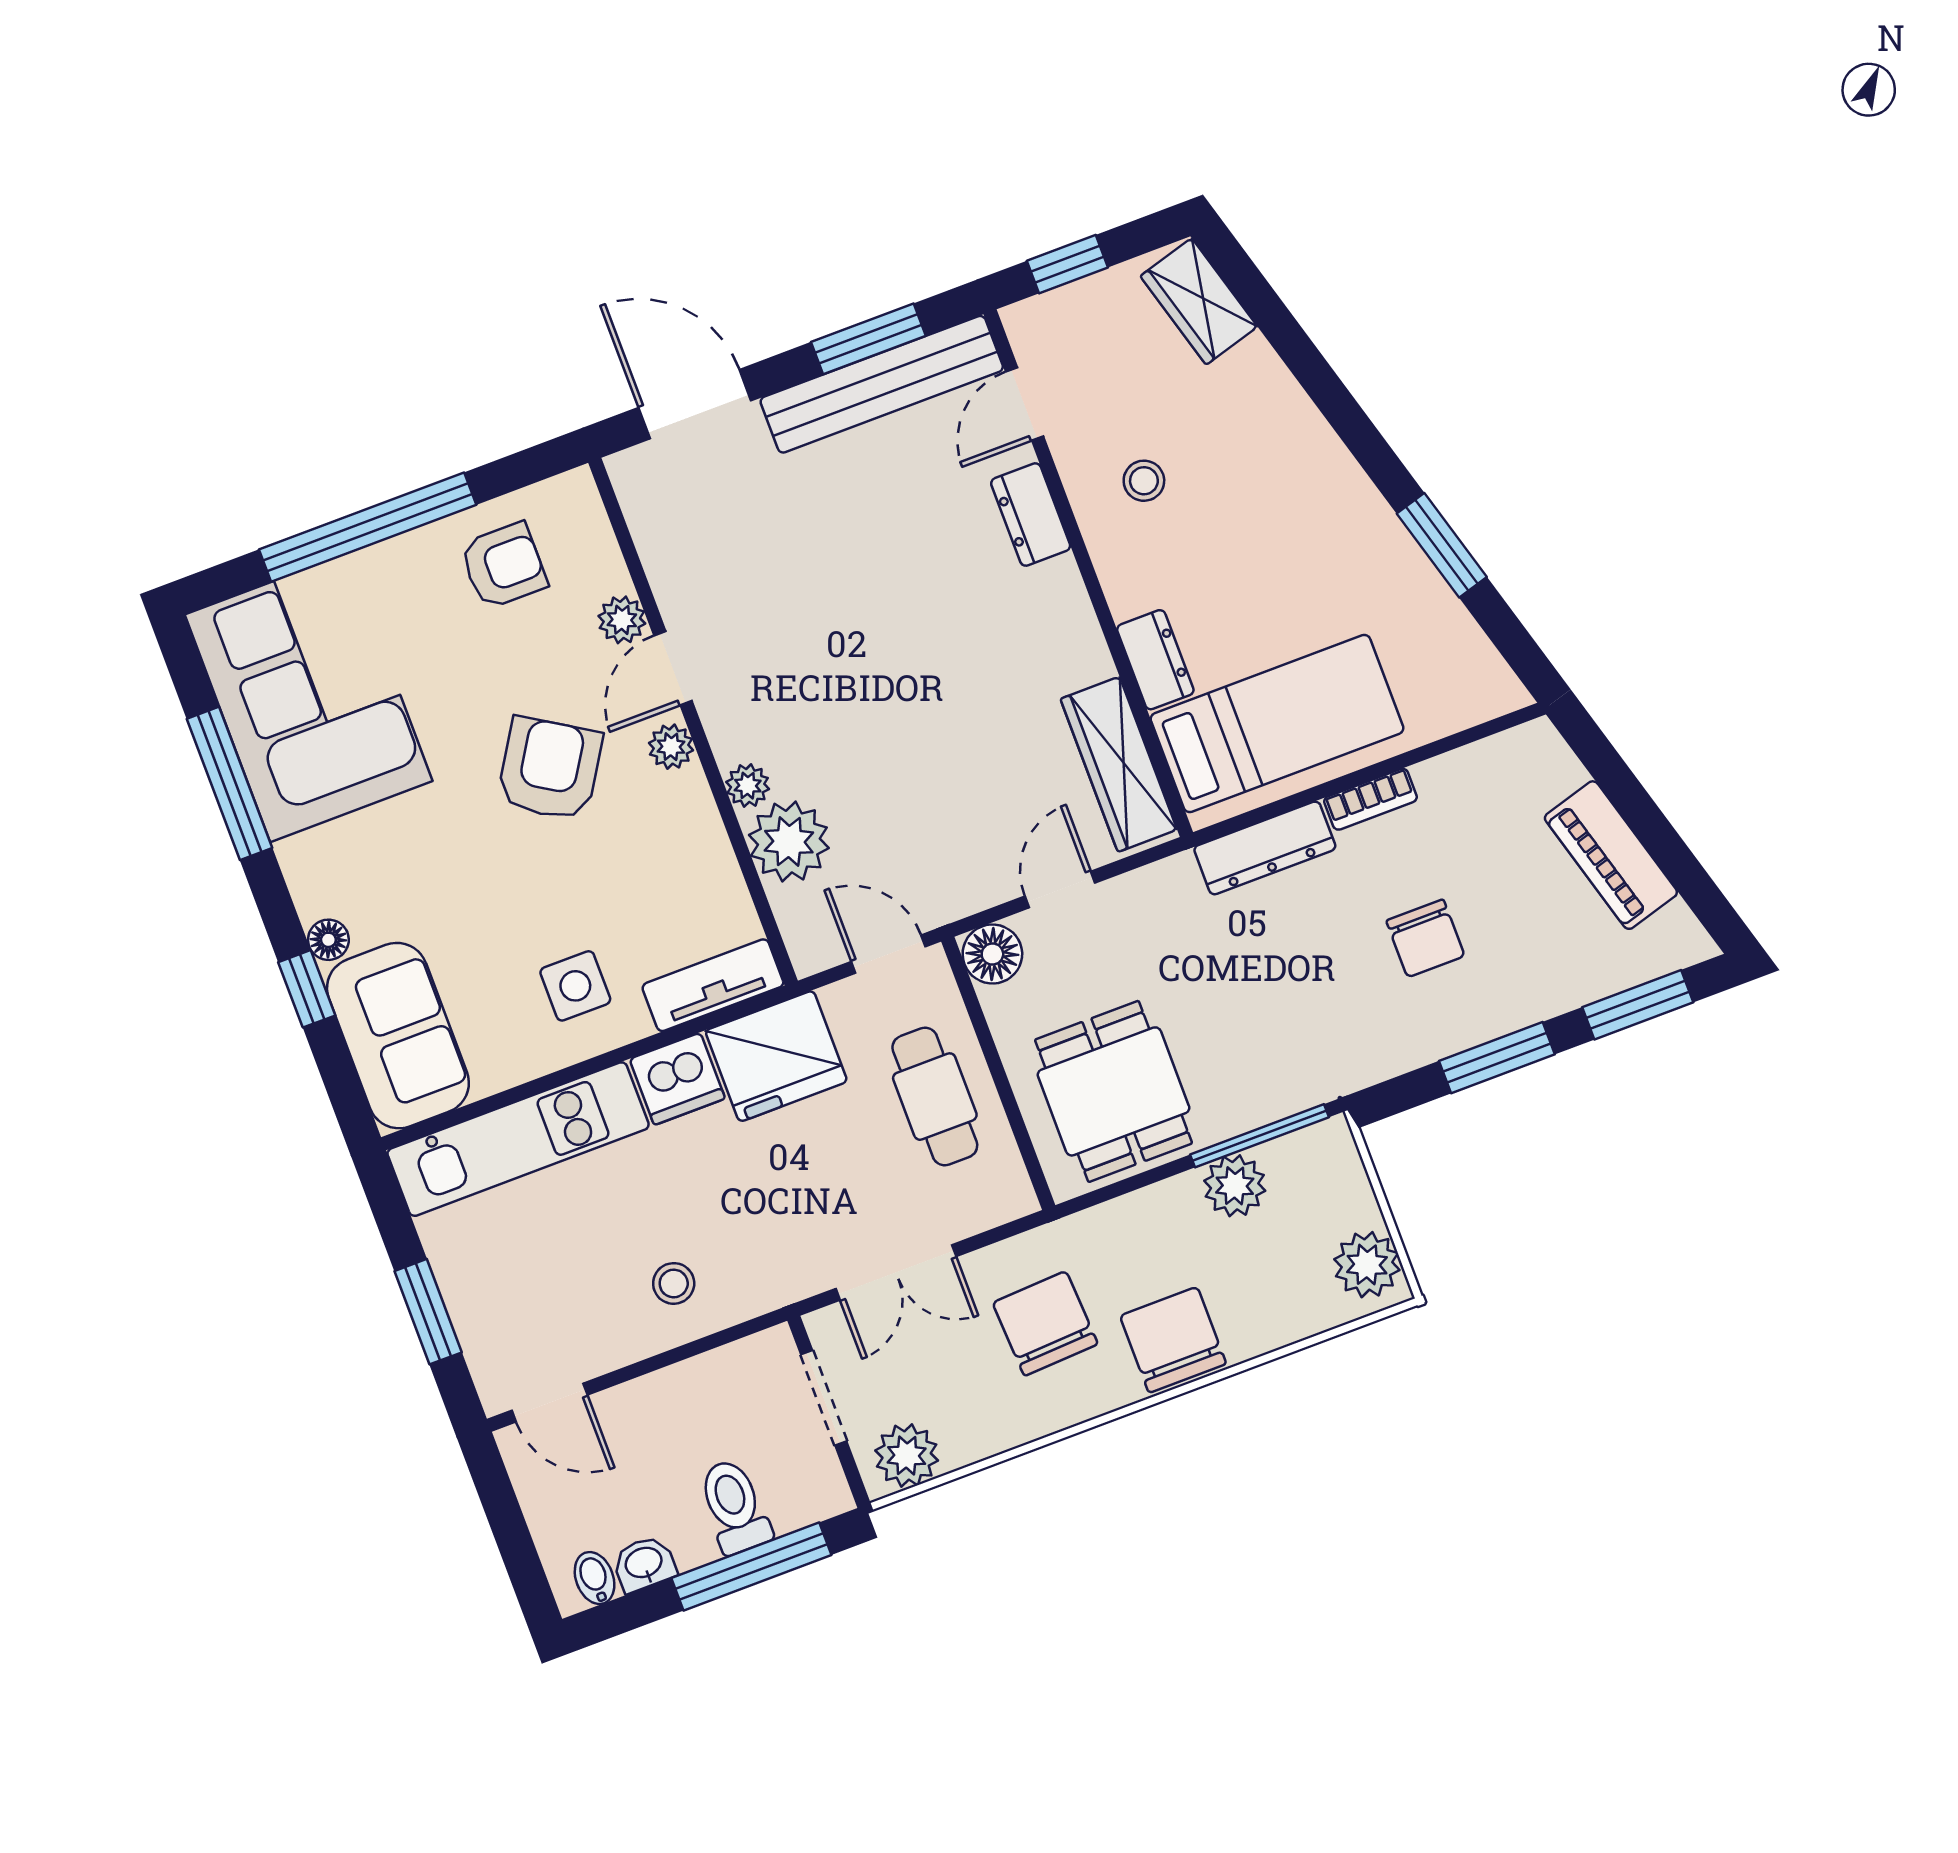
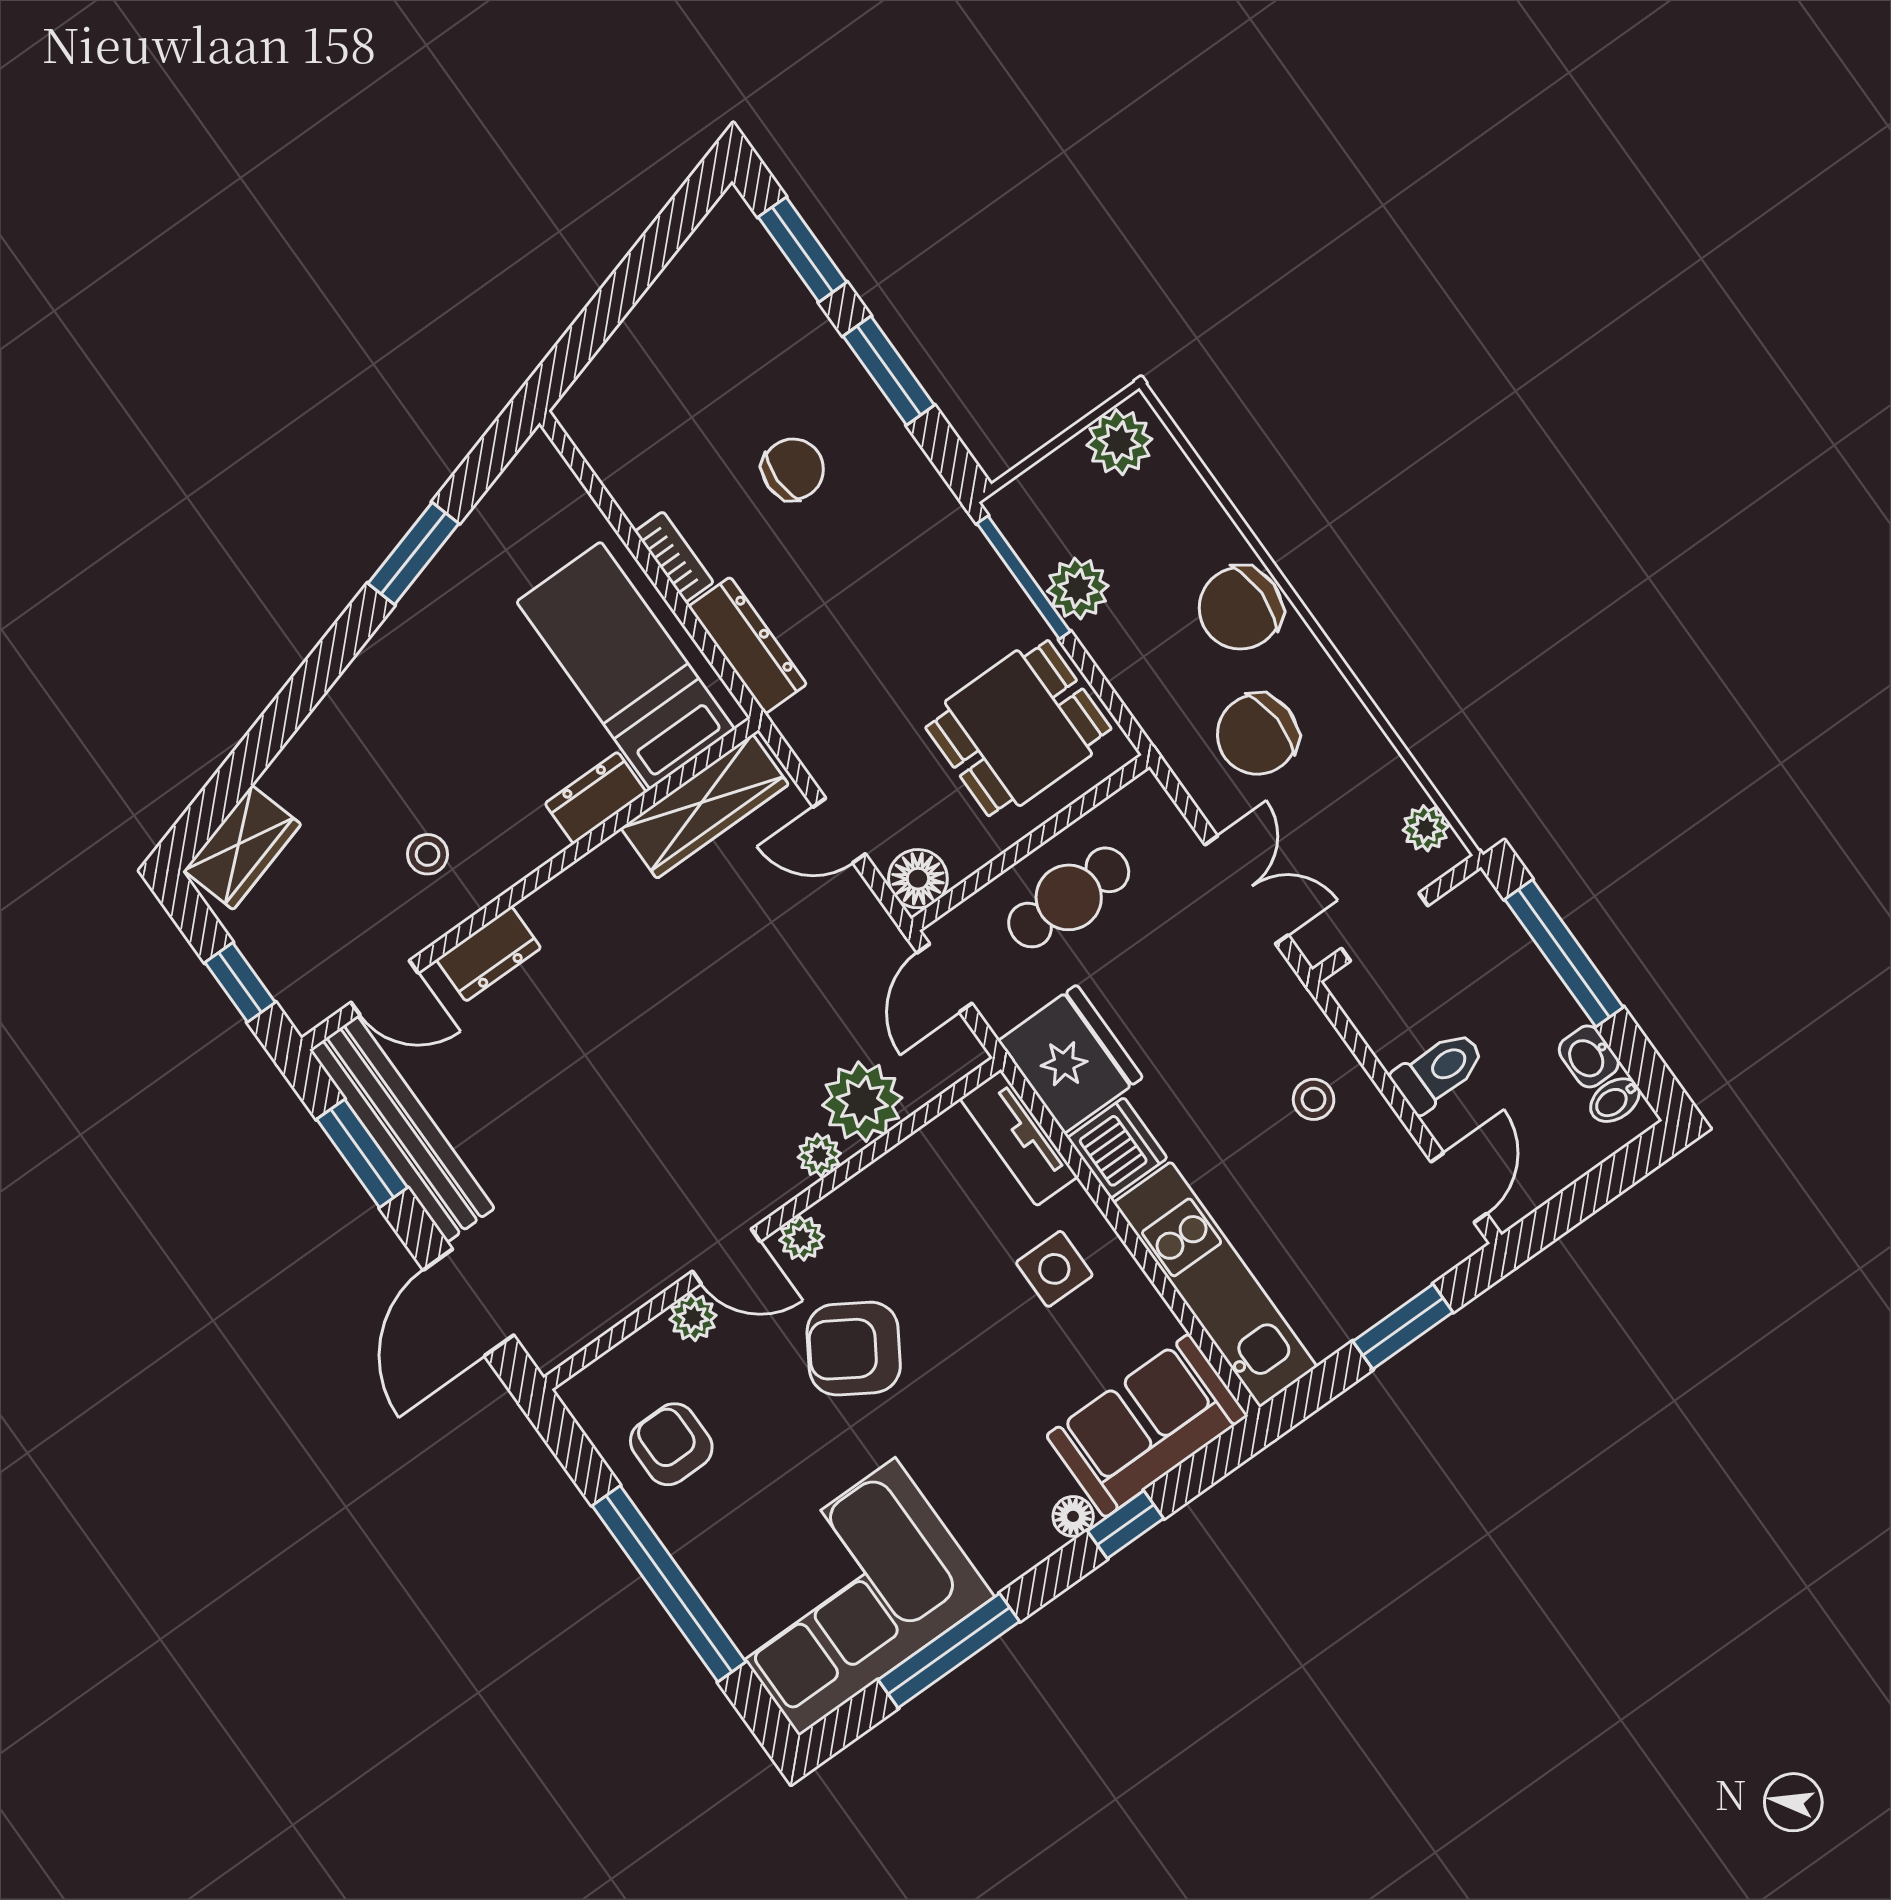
piano: (1611, 855) -> (666, 313), removed
plant: (907, 1455) -> (1426, 828), width x0.73, depth x0.73
toilet: (734, 1506) -> (1439, 1071), moved, turned 180

